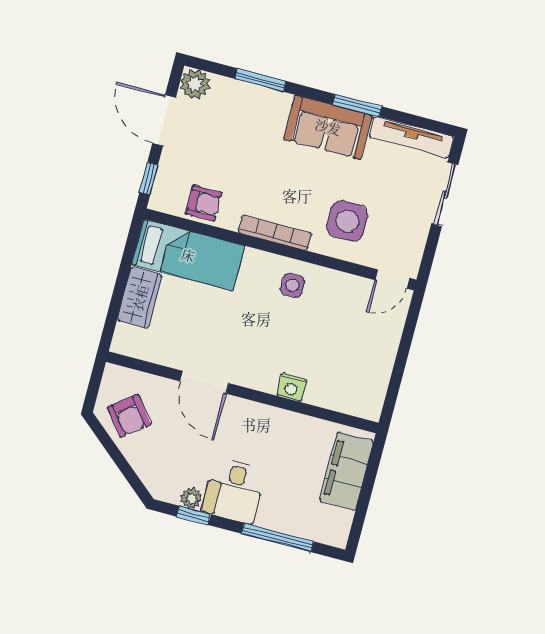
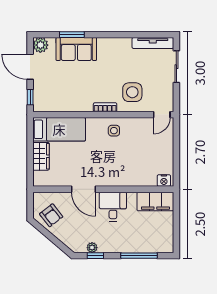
window: (357, 106) -> (122, 35), removed
sofa: (328, 127) -> (76, 49), moved
armchair: (204, 203) -> (60, 102), removed
bookcase: (275, 233) -> (105, 107), width x0.64
nightstand: (292, 387) -> (164, 181), moved
filing cabinet: (347, 471) -> (155, 201), moved, turned -90
desk: (234, 491) -> (113, 207), moved, turned 180

